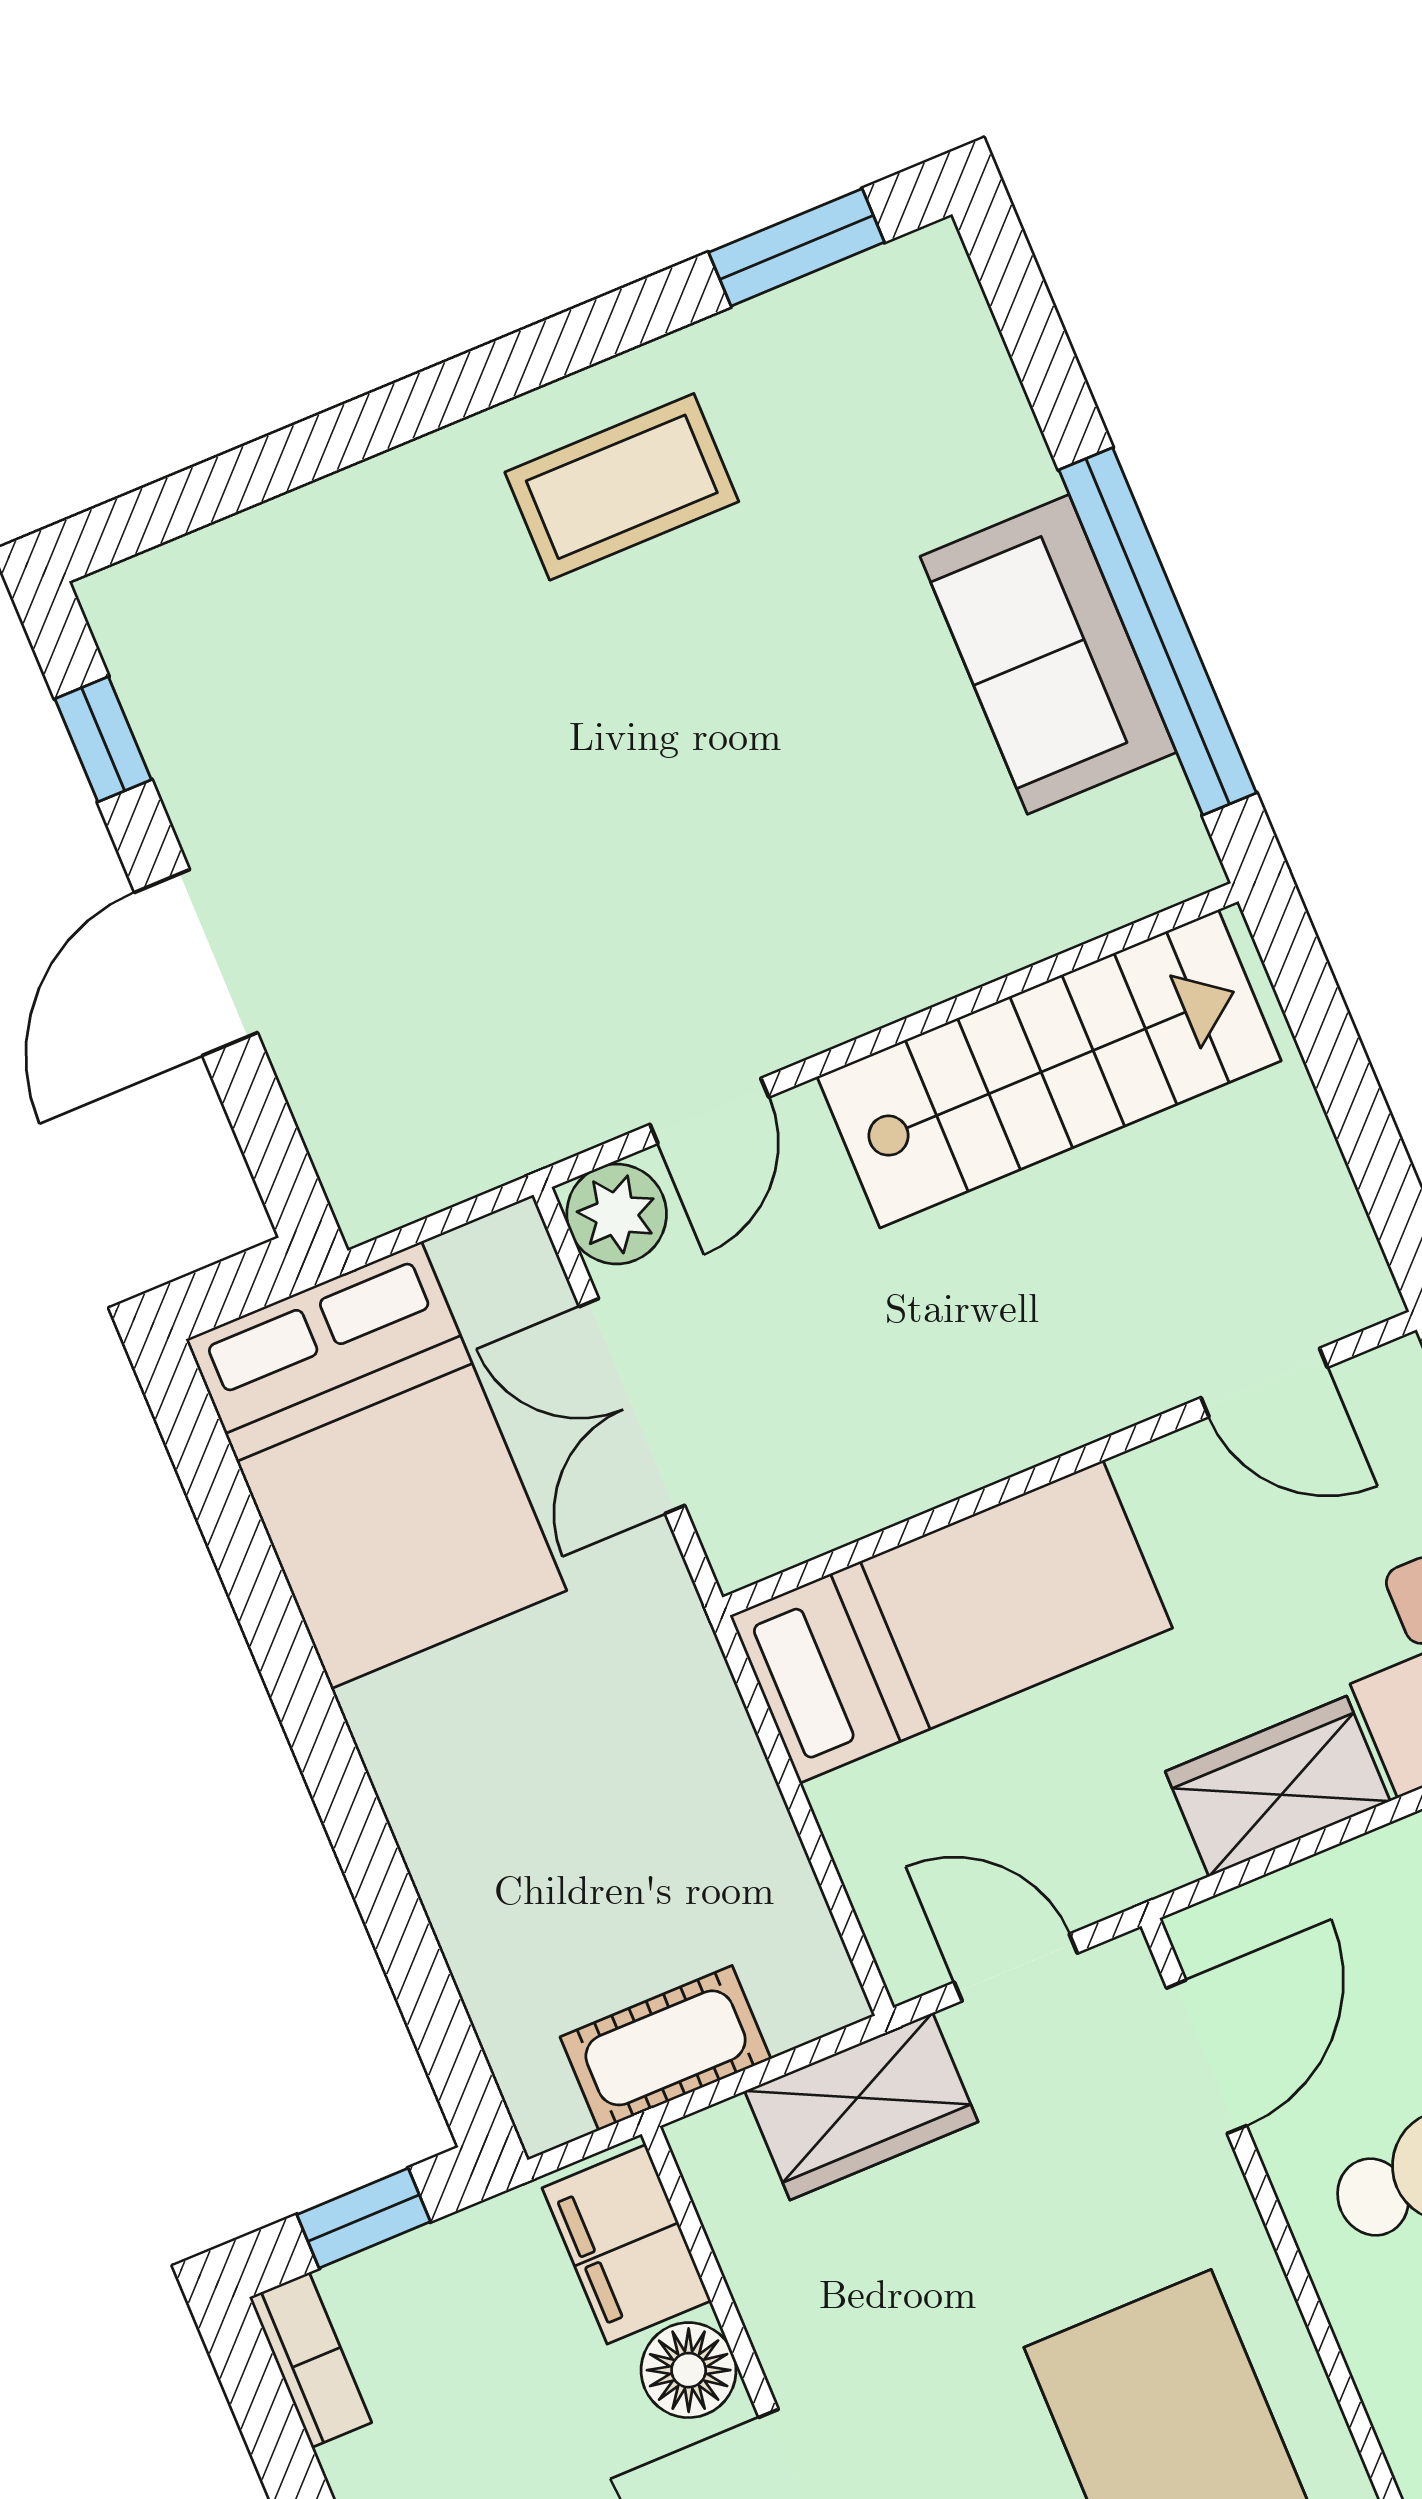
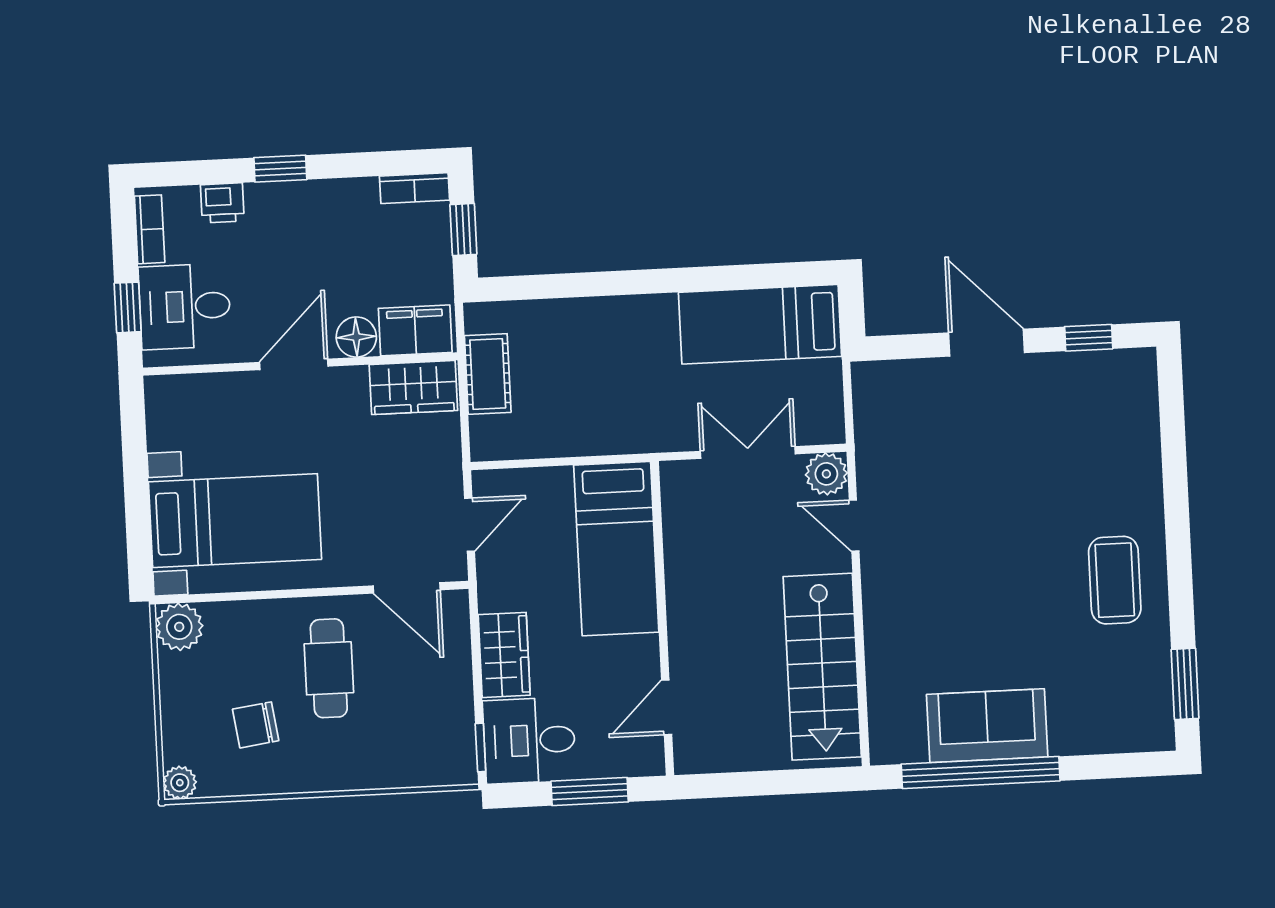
bed: (376, 1465) -> (760, 324), width x0.67
wardrobe: (861, 2106) -> (413, 388), moved, turned -90

